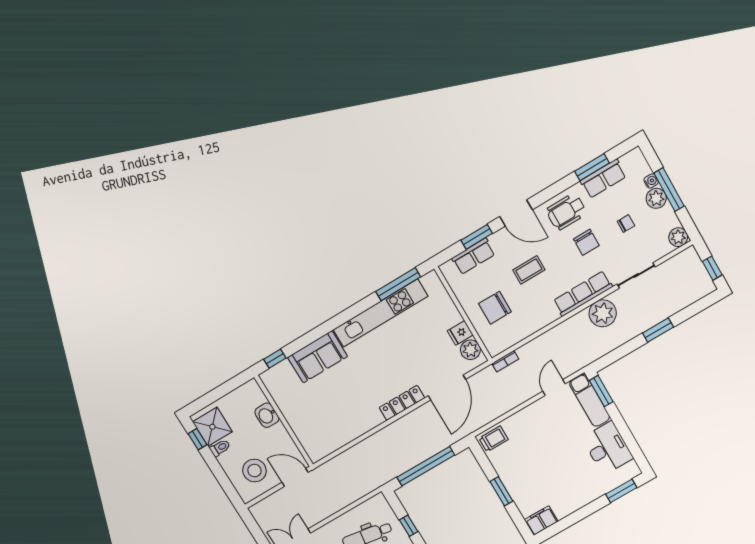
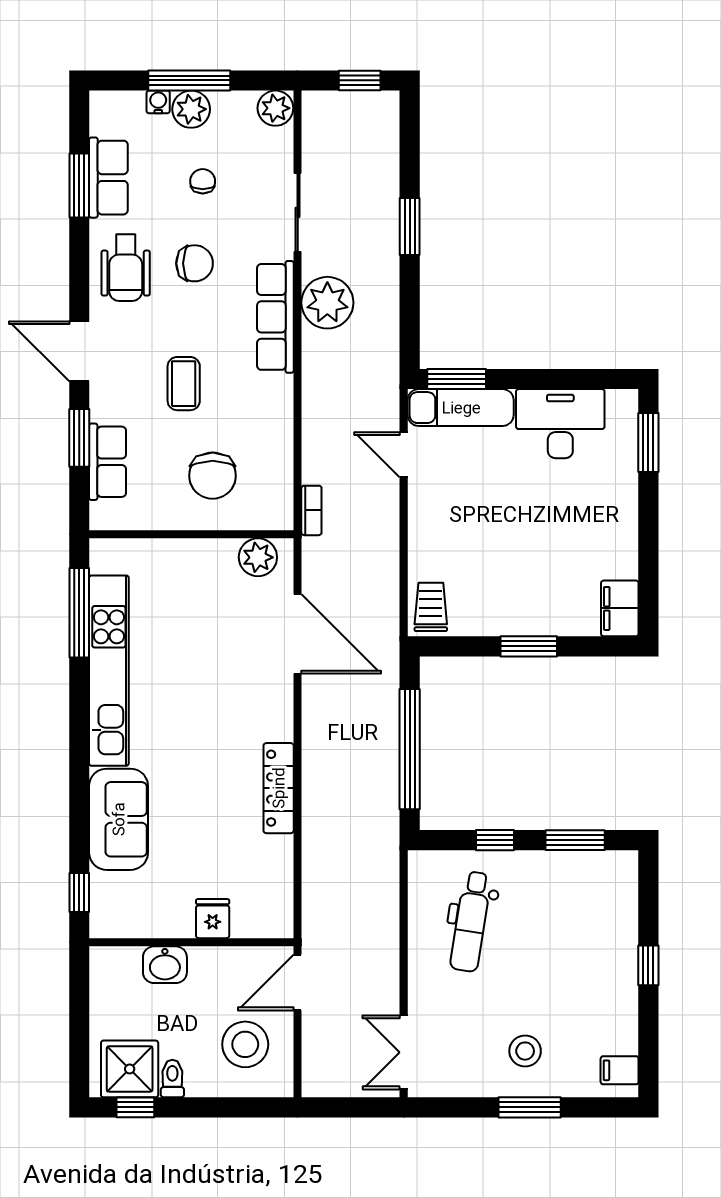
door: (516, 213) -> (79, 351), swing flipped
fridge: (460, 333) -> (213, 919), moved, turned 180
locker: (402, 403) -> (279, 788), moved

